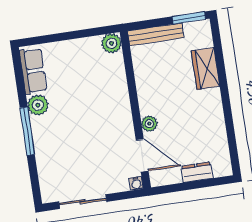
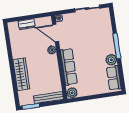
wardrobe: (205, 69) -> (21, 74), width x1.50
row of seats: (118, 92) -> (69, 67), added

